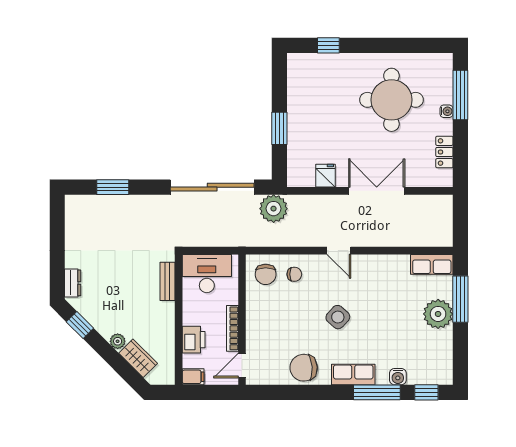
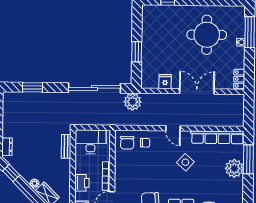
locker: (444, 152) -> (239, 79), moved
row of seats: (432, 264) -> (217, 137), width x2.02
side table: (338, 317) -> (185, 162), moved

